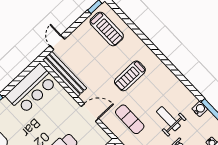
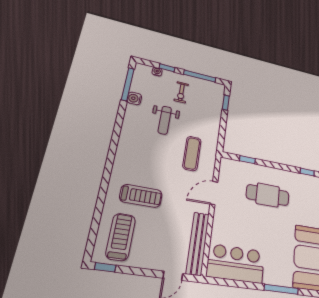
treadmill: (130, 76) -> (141, 196), moved
door: (90, 112) -> (214, 193), hinge flipped

